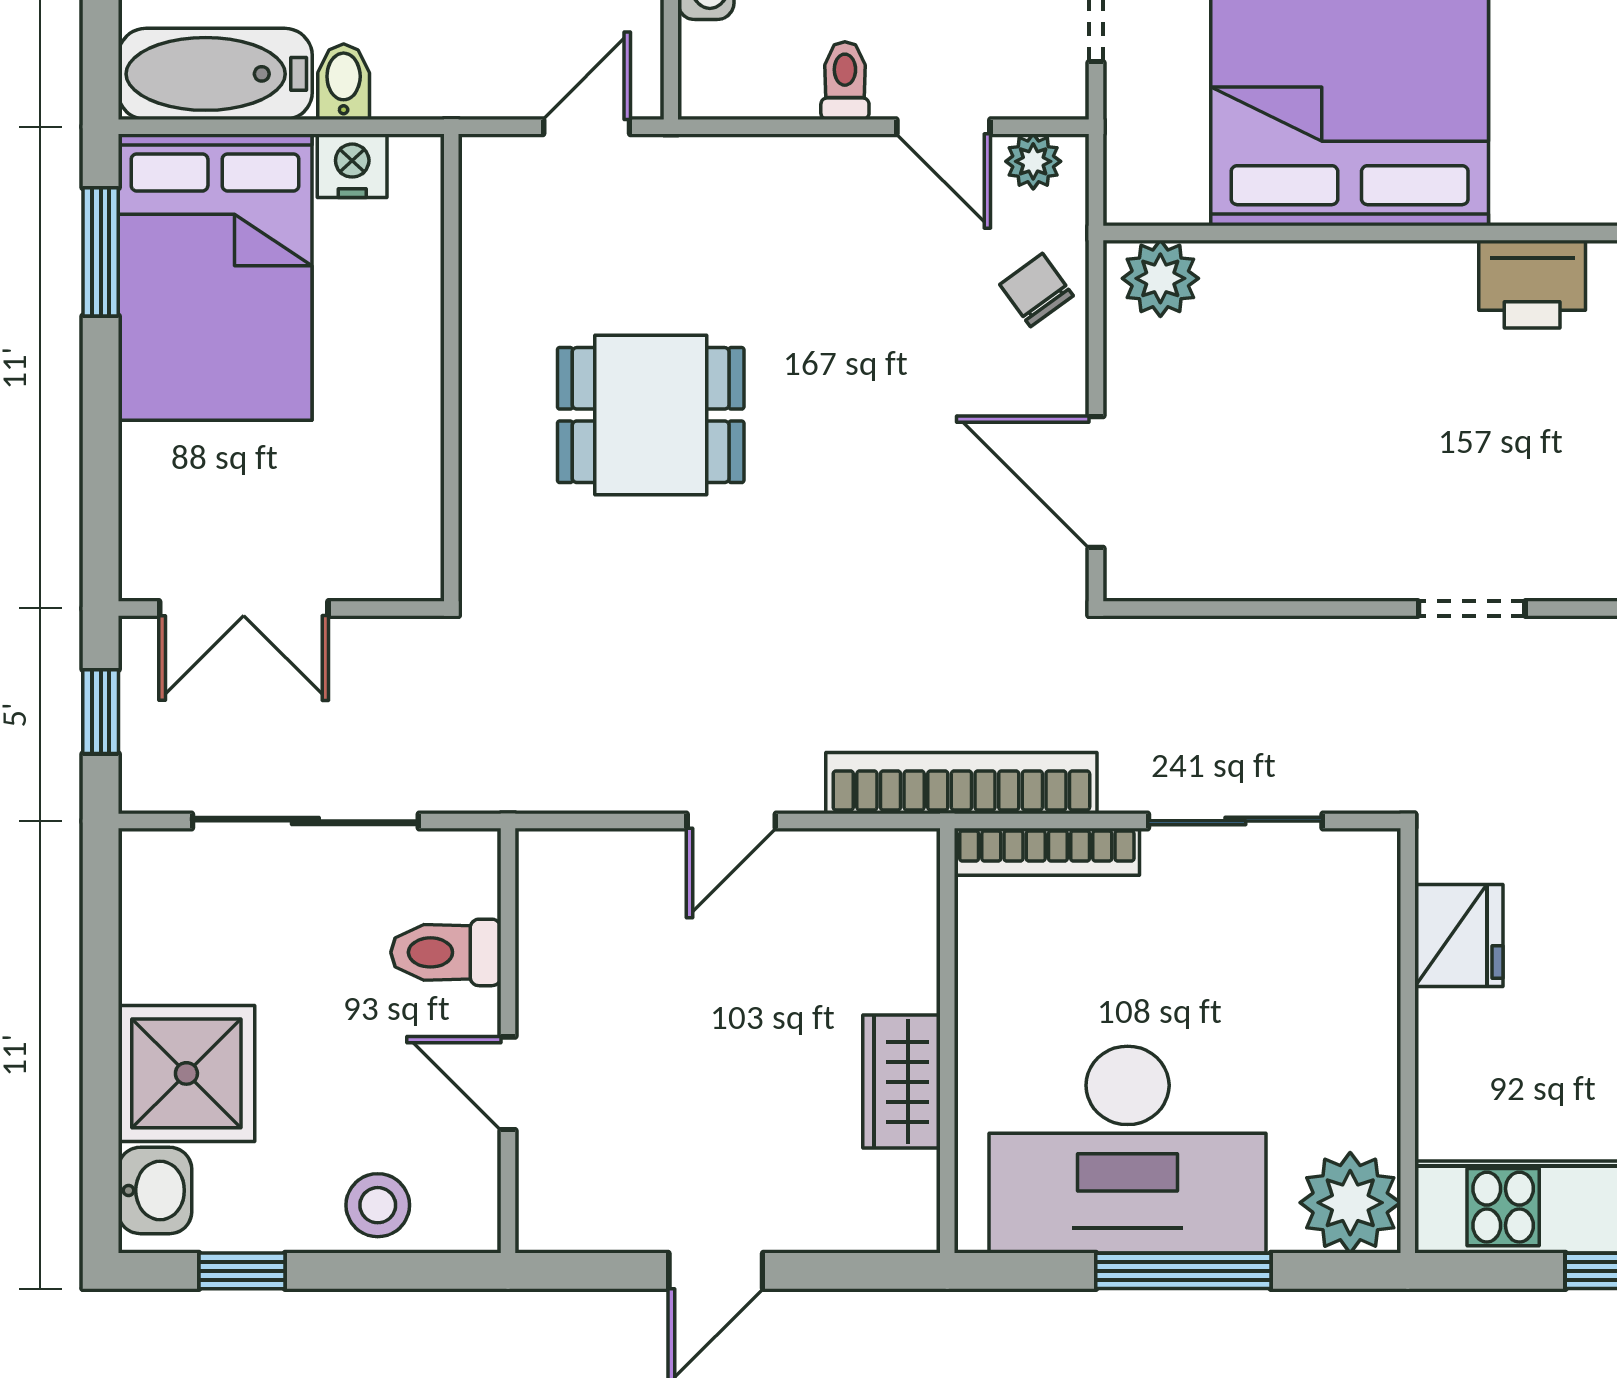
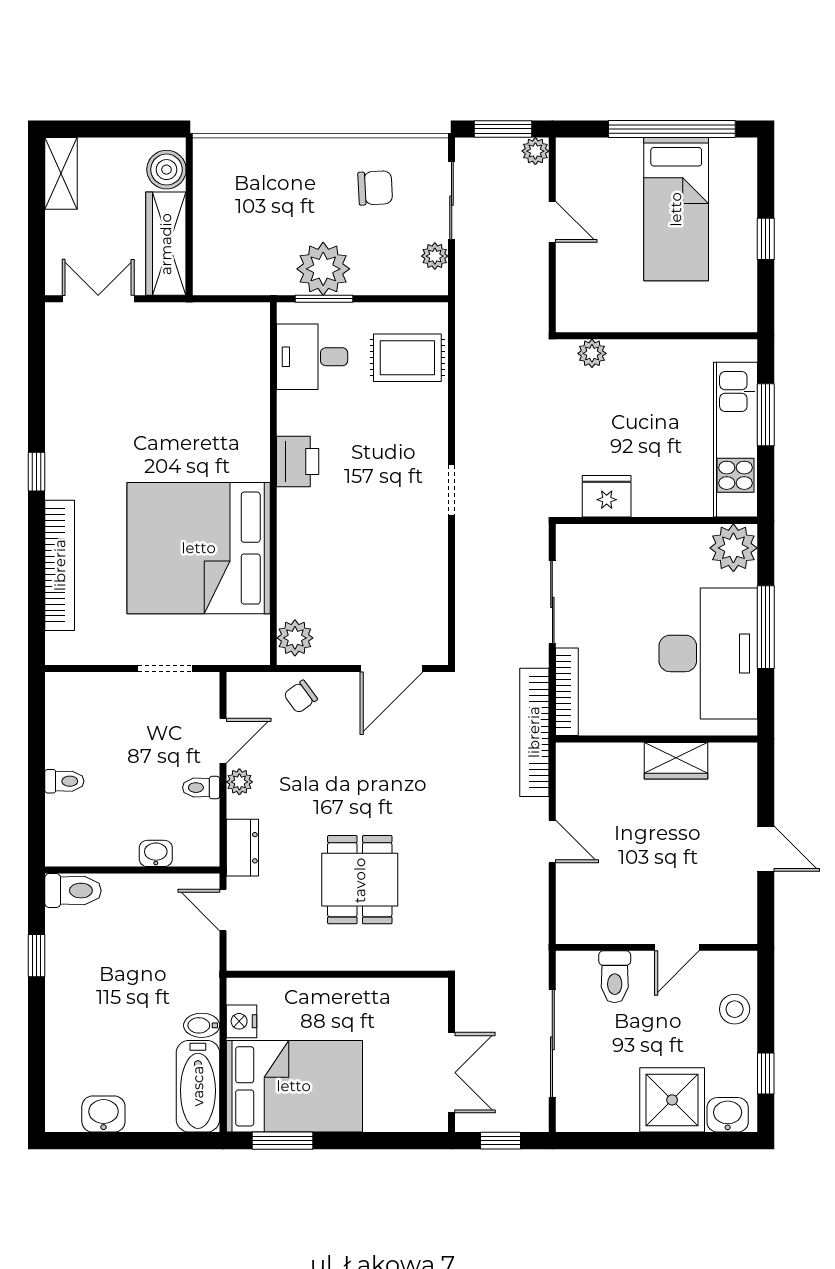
plant: (1033, 161) -> (239, 782), moved
dresser: (718, 168) -> (242, 848), added

